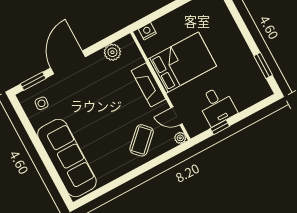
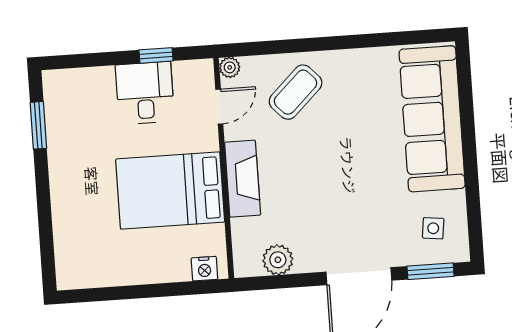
door: (177, 116) -> (219, 107), hinge flipped

